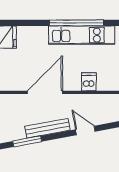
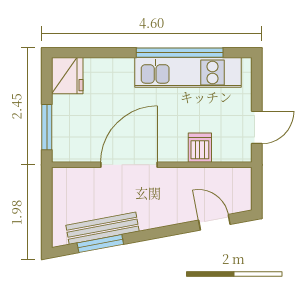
bench: (47, 128) -> (102, 228), moved
door: (85, 130) -> (214, 222), moved

